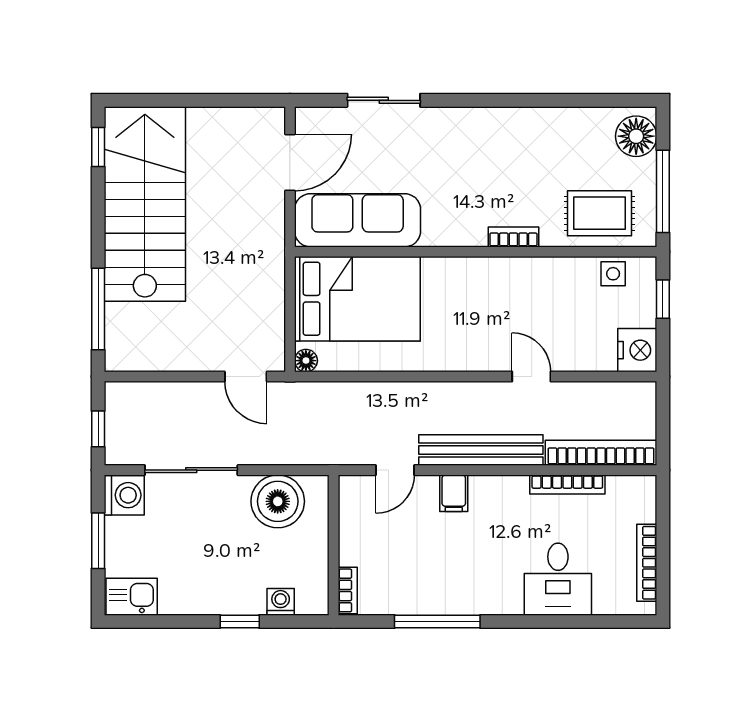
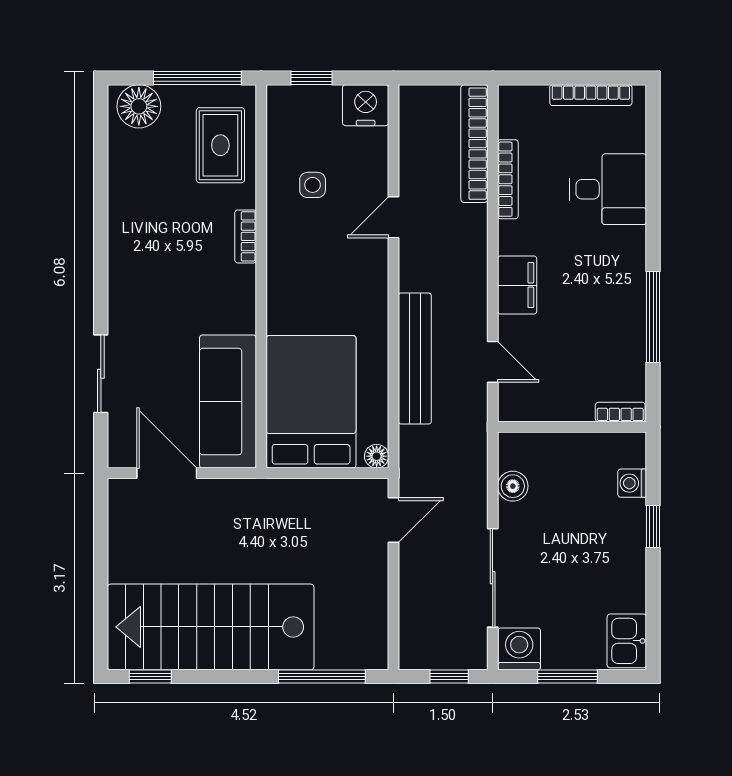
side table: (613, 274) -> (313, 185), moved
bench: (481, 450) -> (415, 358), moved
filing cabinet: (454, 493) -> (517, 285), width x2.00
boiler: (278, 501) -> (513, 486), width x0.54, depth x0.54

